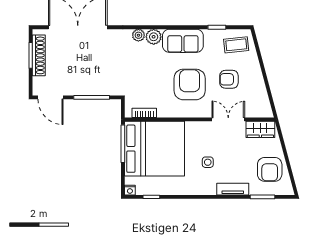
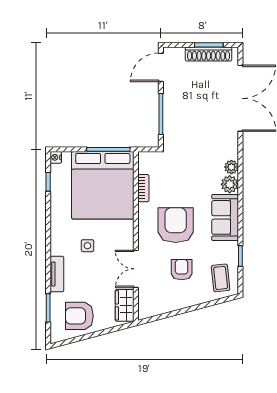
armchair: (190, 84) -> (176, 225), turned -90
bookcase: (144, 113) -> (143, 188), moved
double door: (228, 119) -> (136, 269), swing flipped

